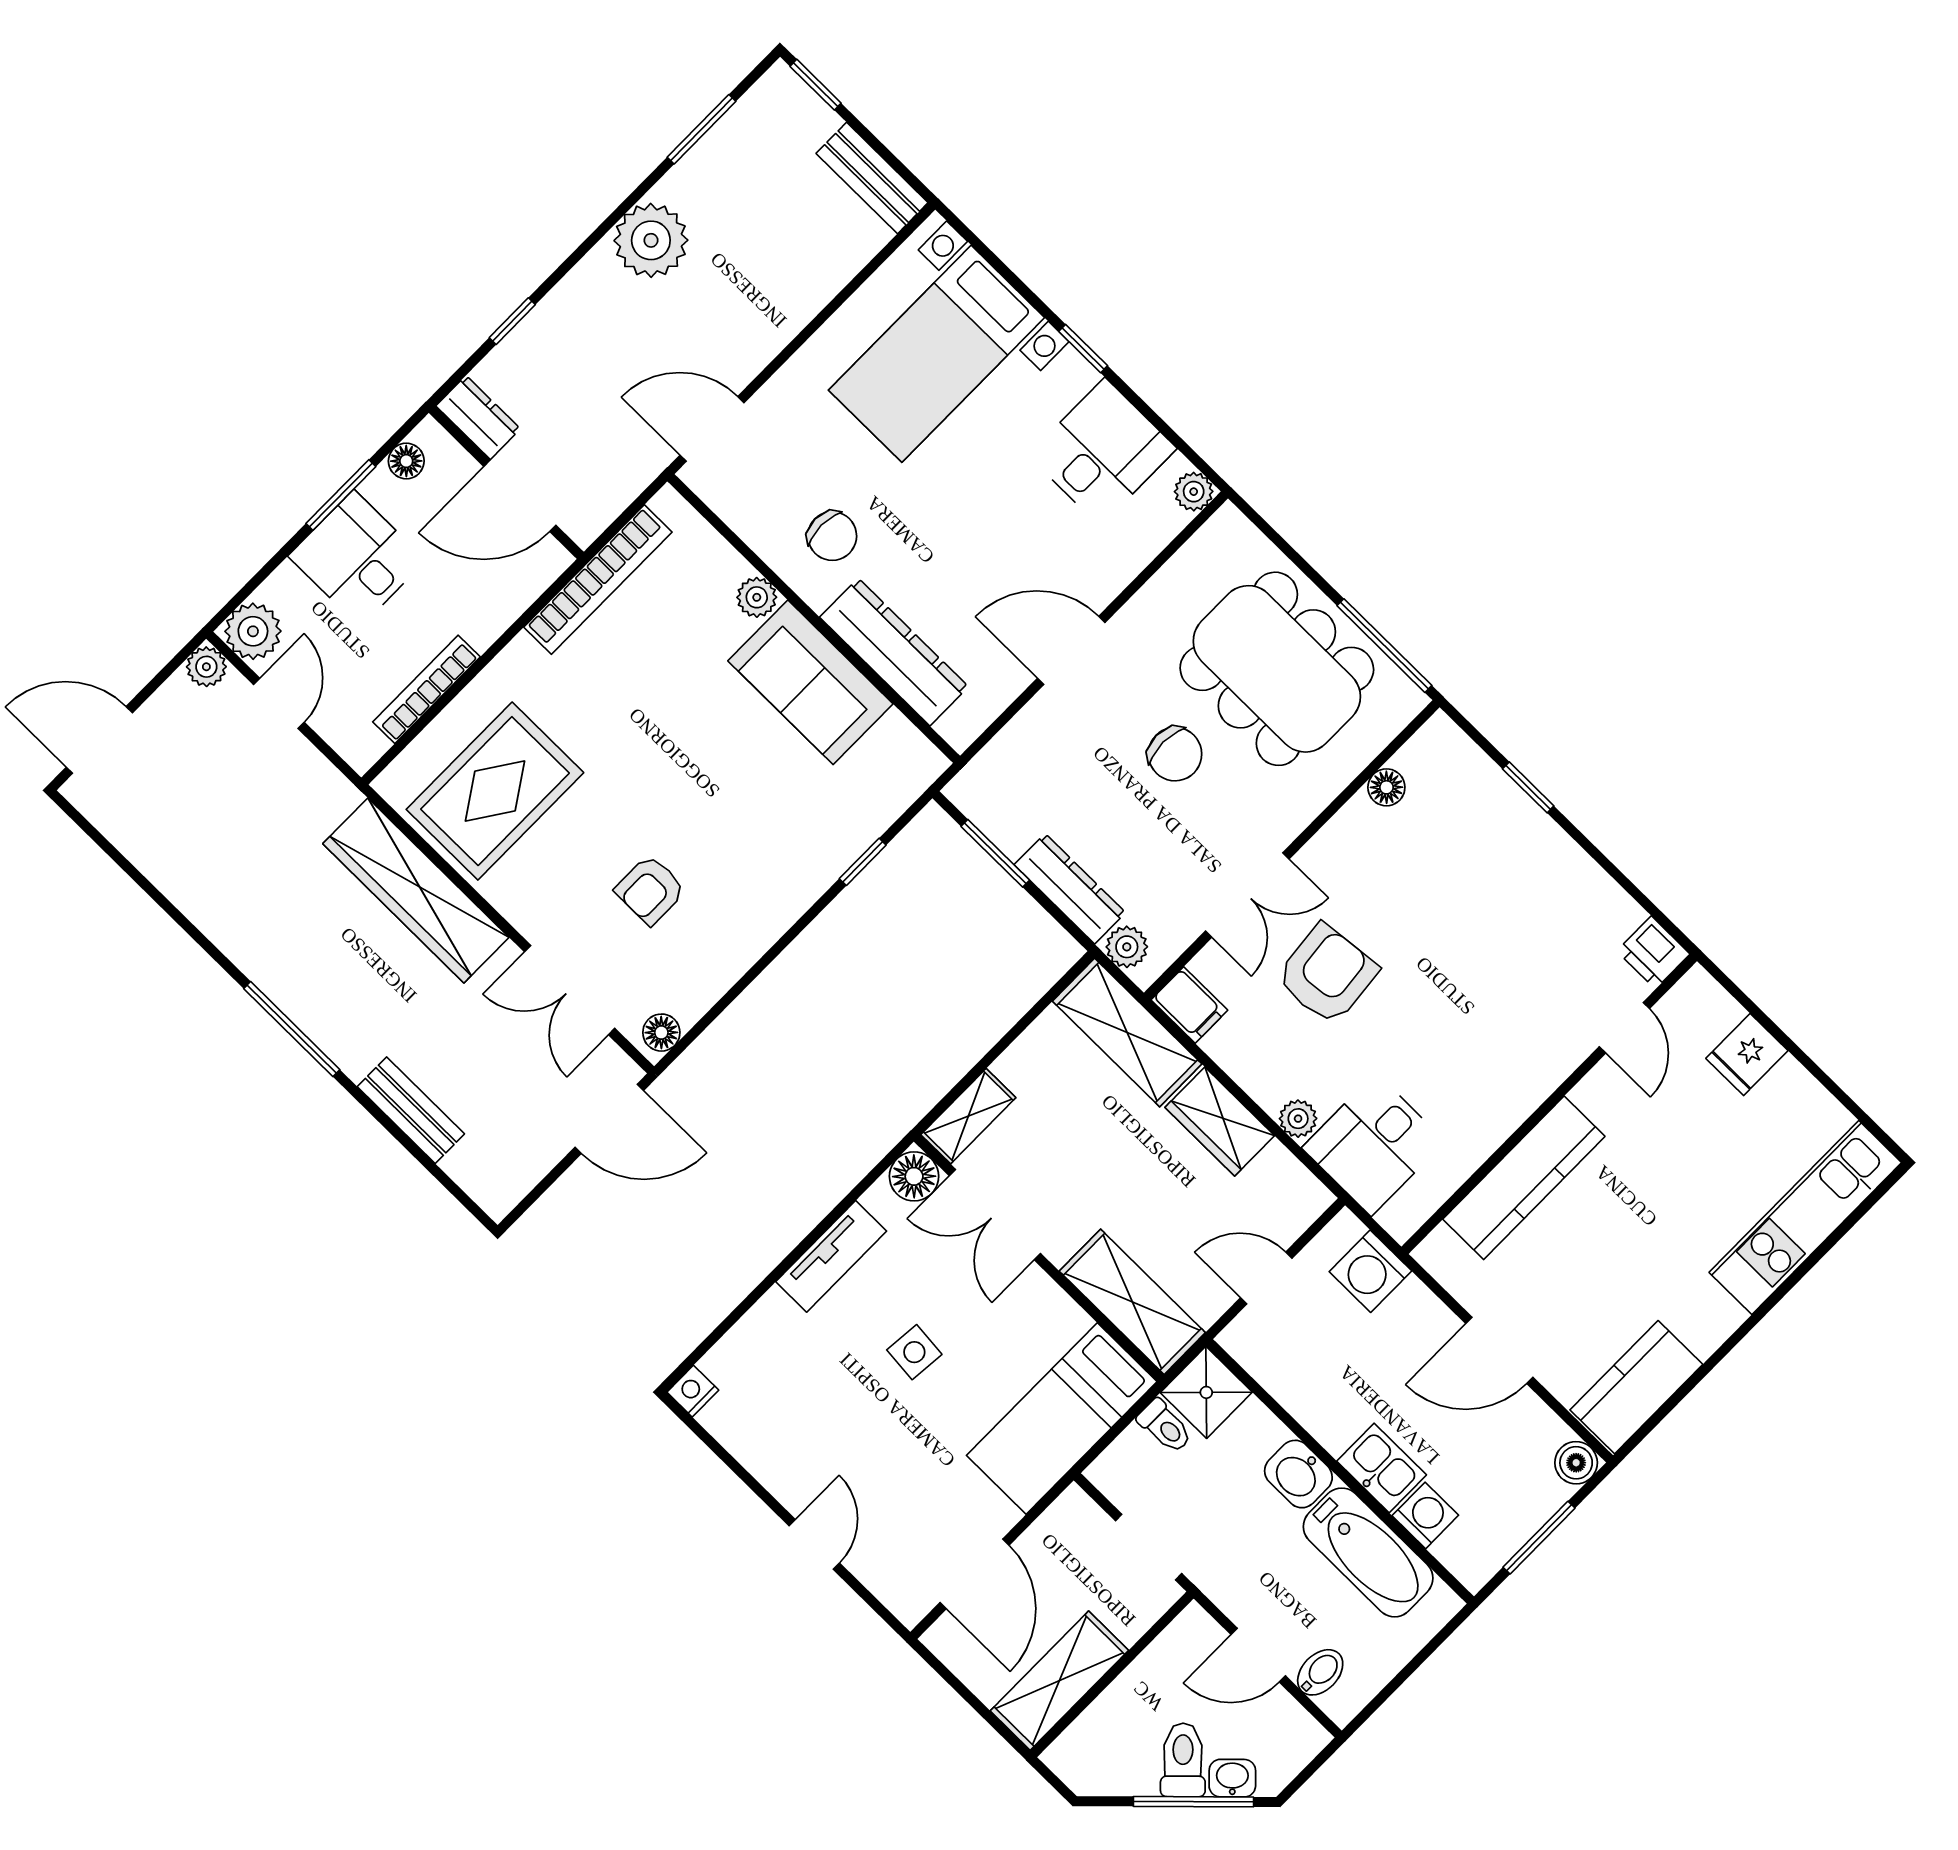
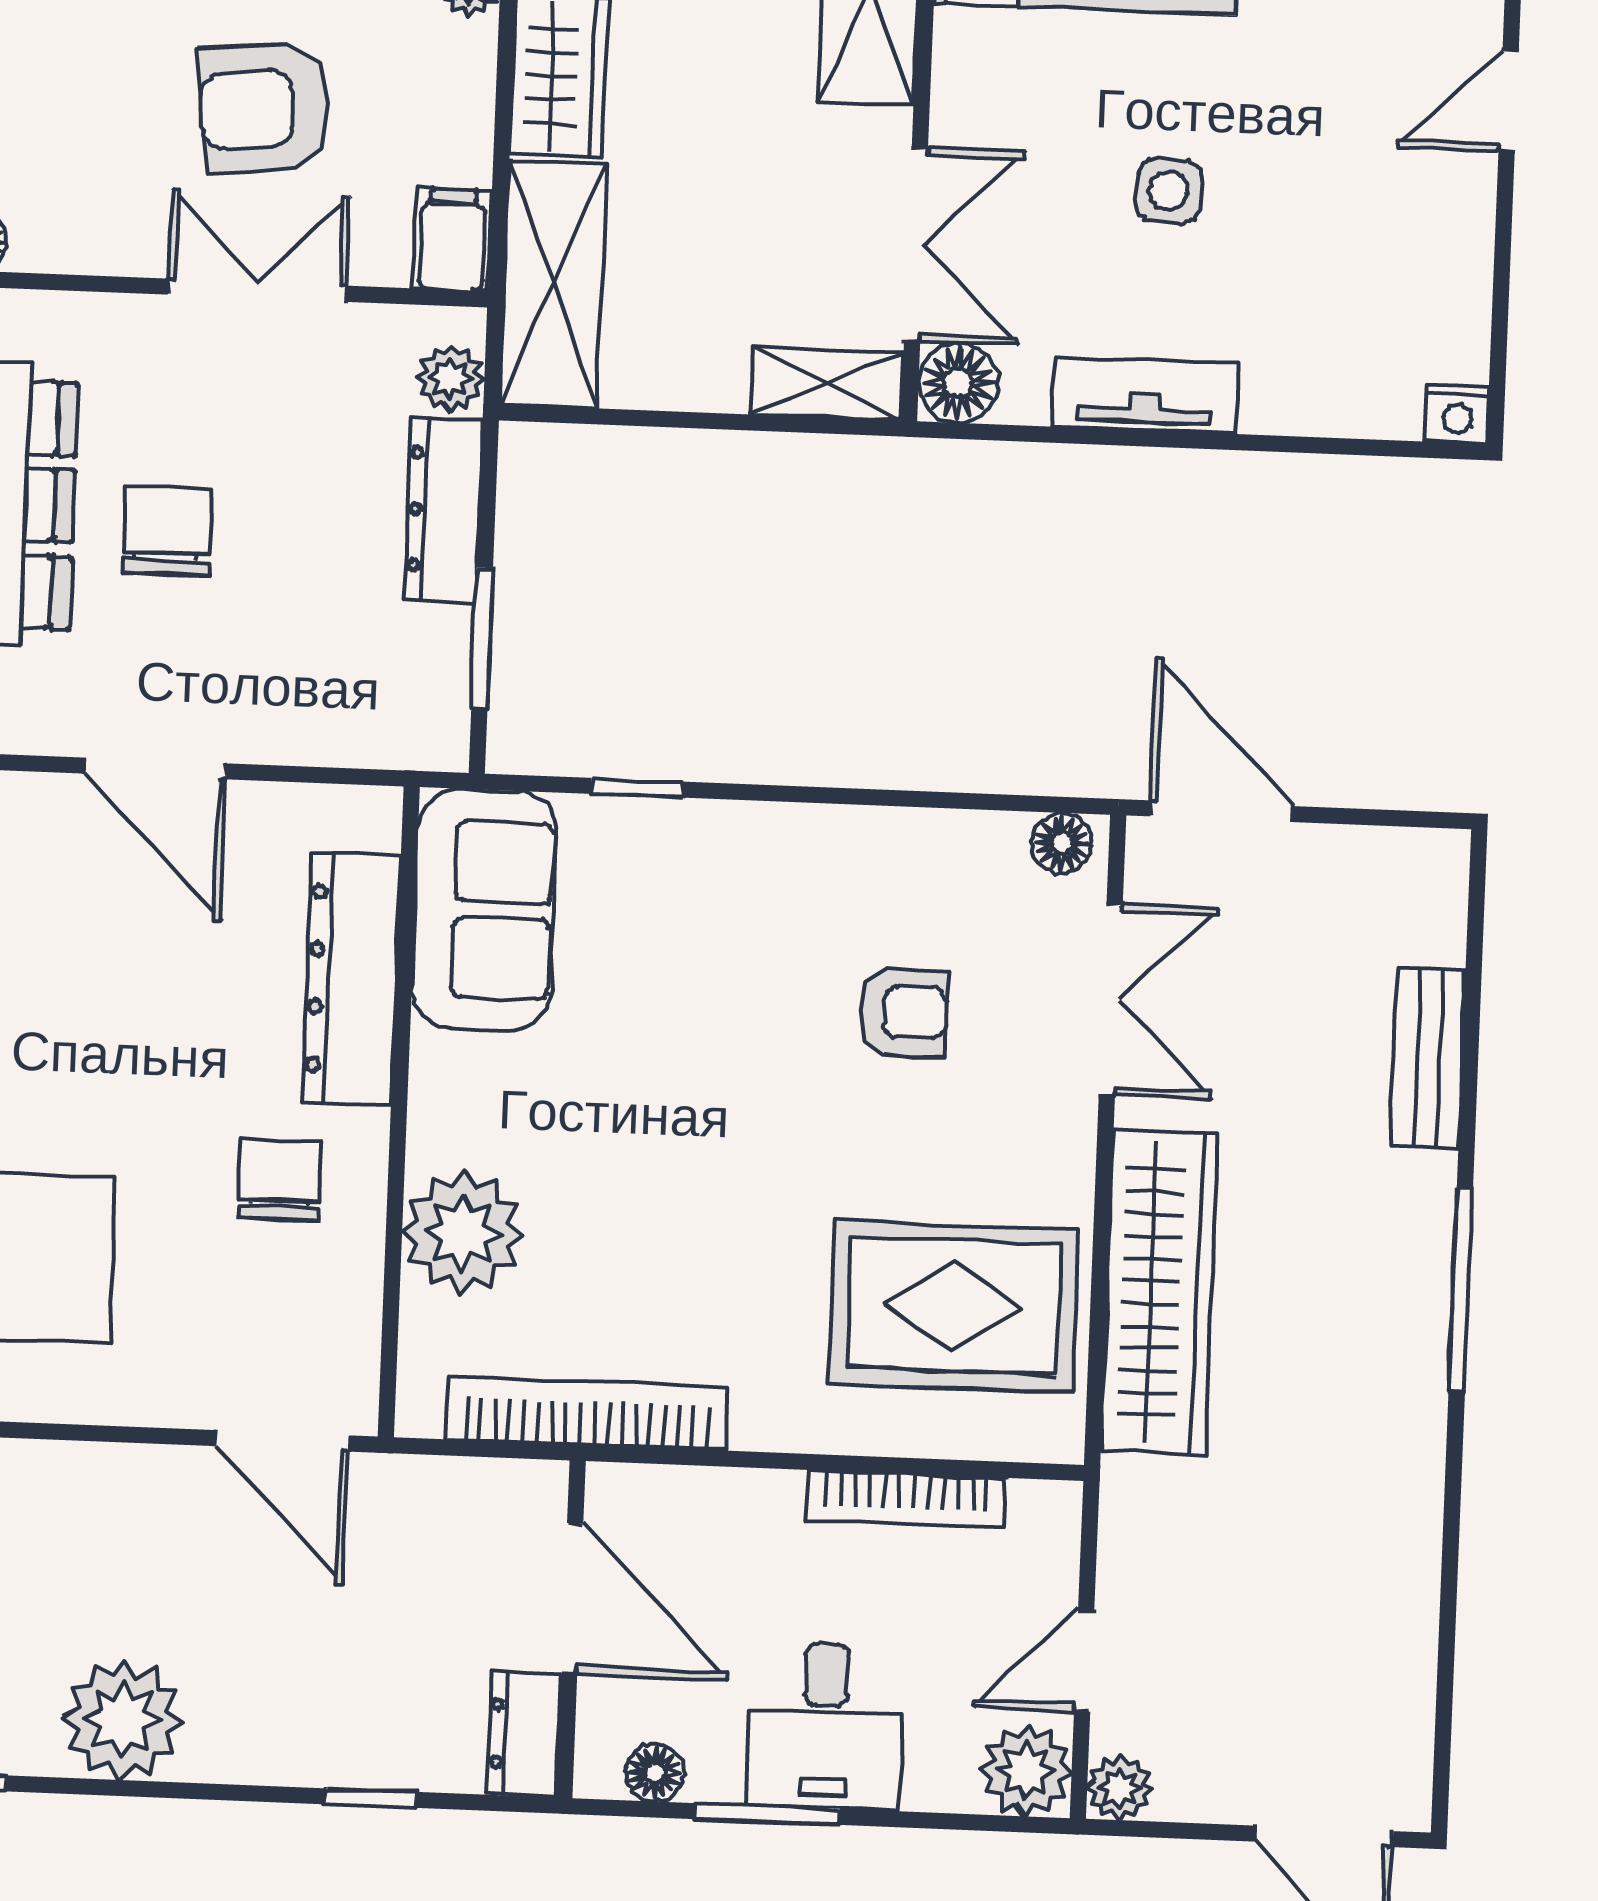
plant: (757, 597) -> (463, 1233), width x1.87, depth x1.87
sofa: (810, 682) -> (484, 910), moved

